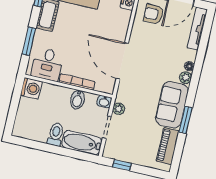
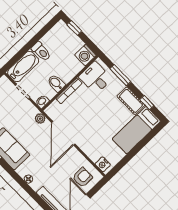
door: (122, 61) -> (63, 133), swing flipped
plant: (186, 78) -> (22, 171), removed
plant: (119, 109) -> (40, 119), moved
window: (12, 116) -> (74, 28), added

